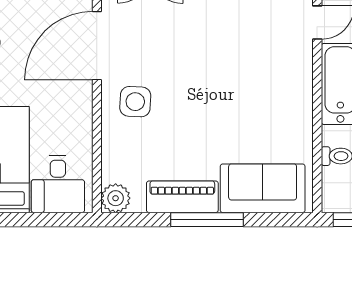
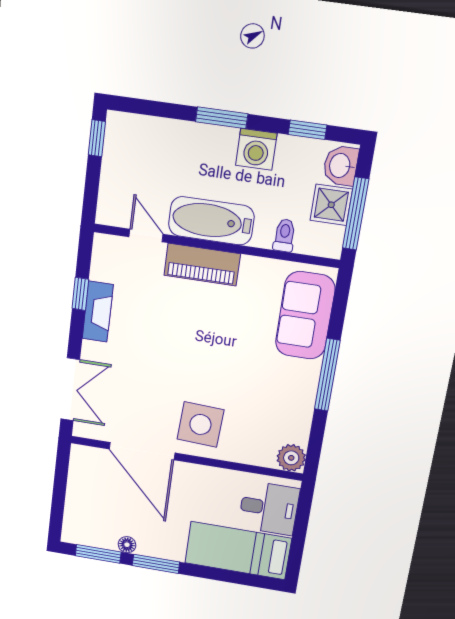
side table: (135, 102) -> (200, 424), width x1.37, depth x1.37
piano: (182, 197) -> (202, 265), moved, turned -90

